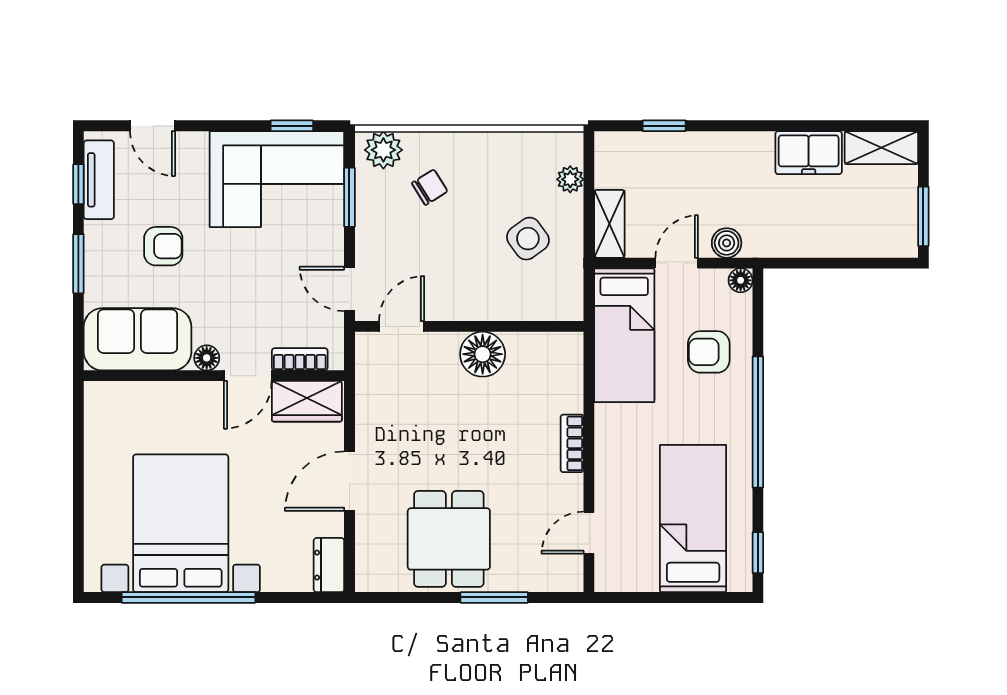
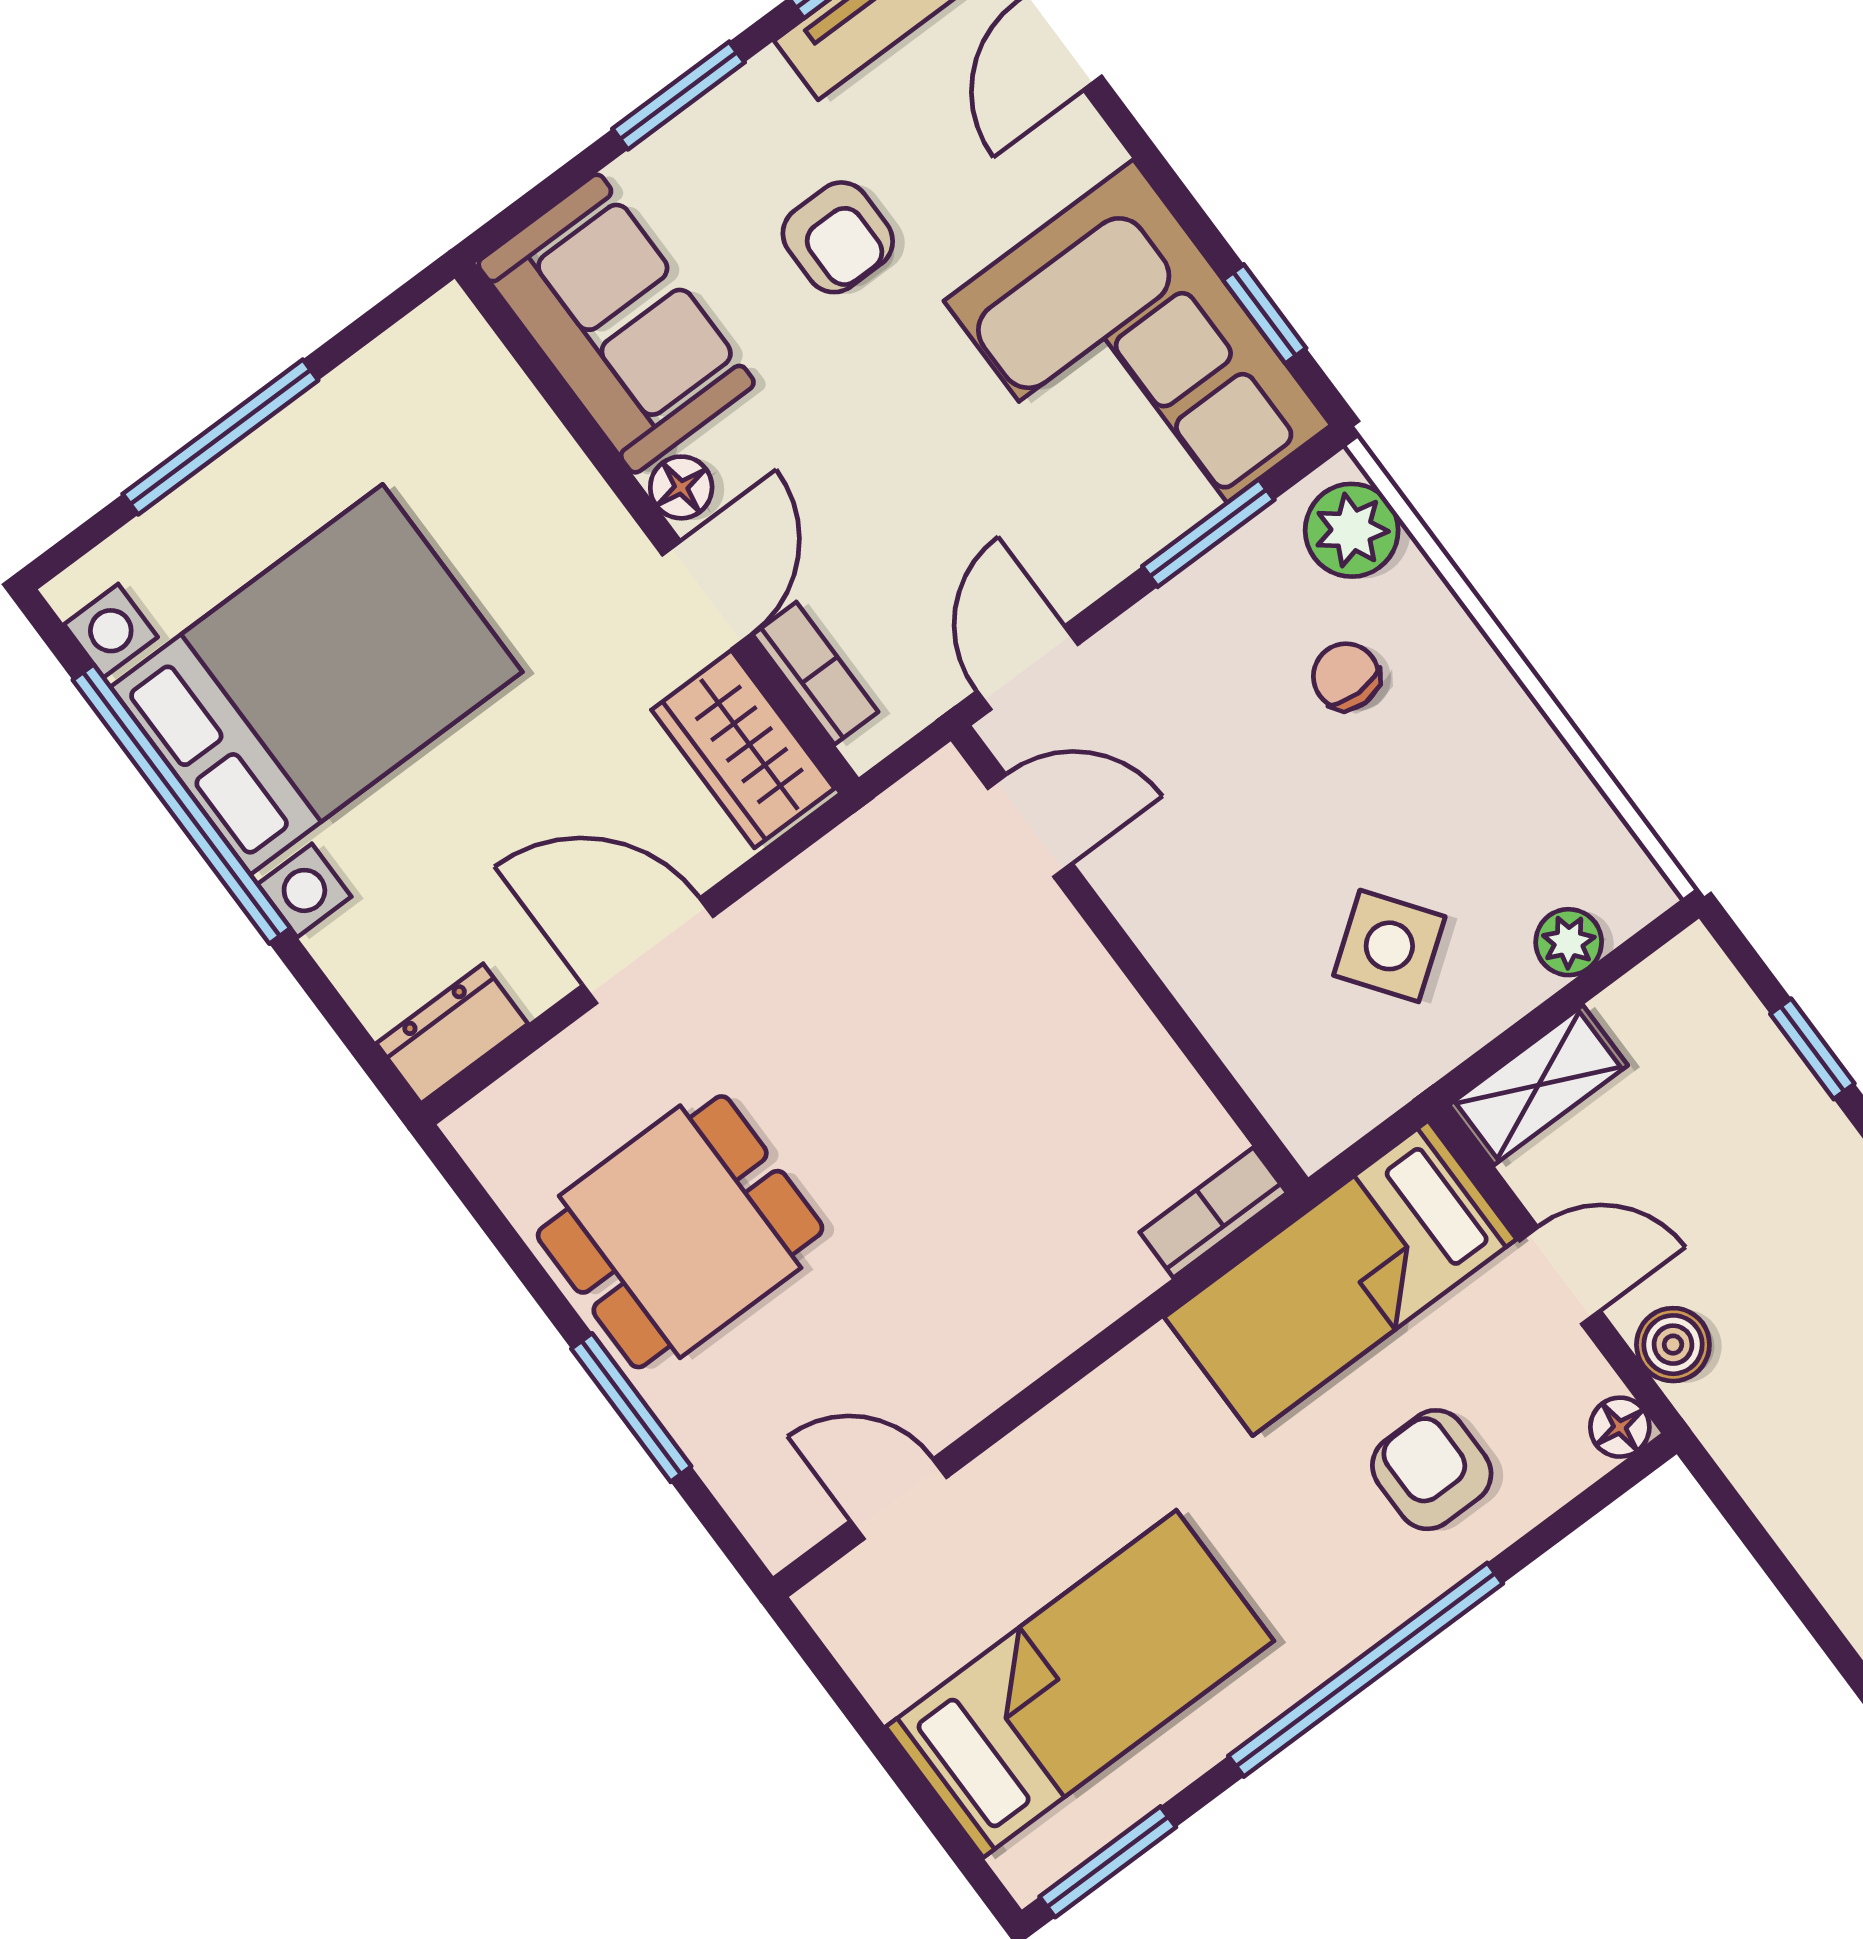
chair: (430, 187) -> (1346, 676), turned -148
floor lamp: (483, 354) -> (1094, 1027), removed
door: (248, 376) -> (706, 595), swing flipped
bookcase: (572, 443) -> (1213, 1213), moved
window: (78, 496) -> (220, 437), added
window: (758, 553) -> (1108, 1862), width x1.50

